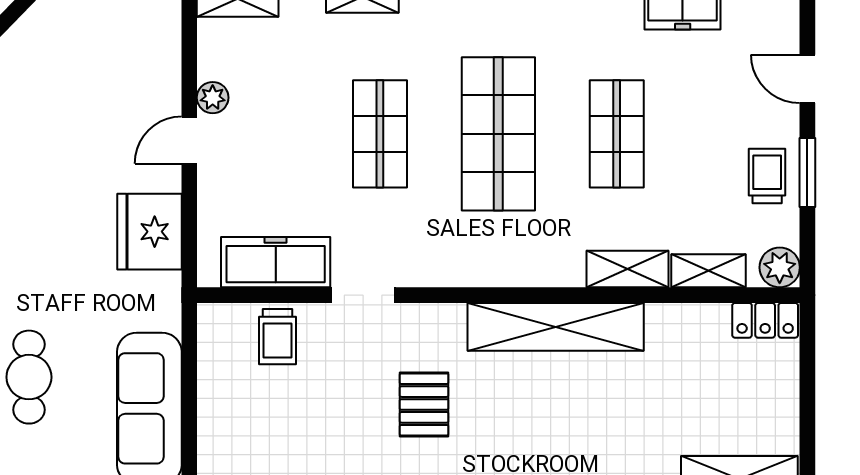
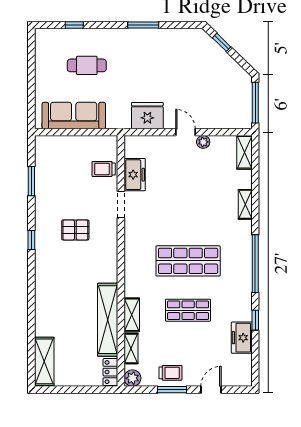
shop shelf: (380, 134) -> (188, 212), removed
freezer: (276, 262) -> (135, 175), width x0.71
shelving: (556, 327) -> (108, 320), moved

